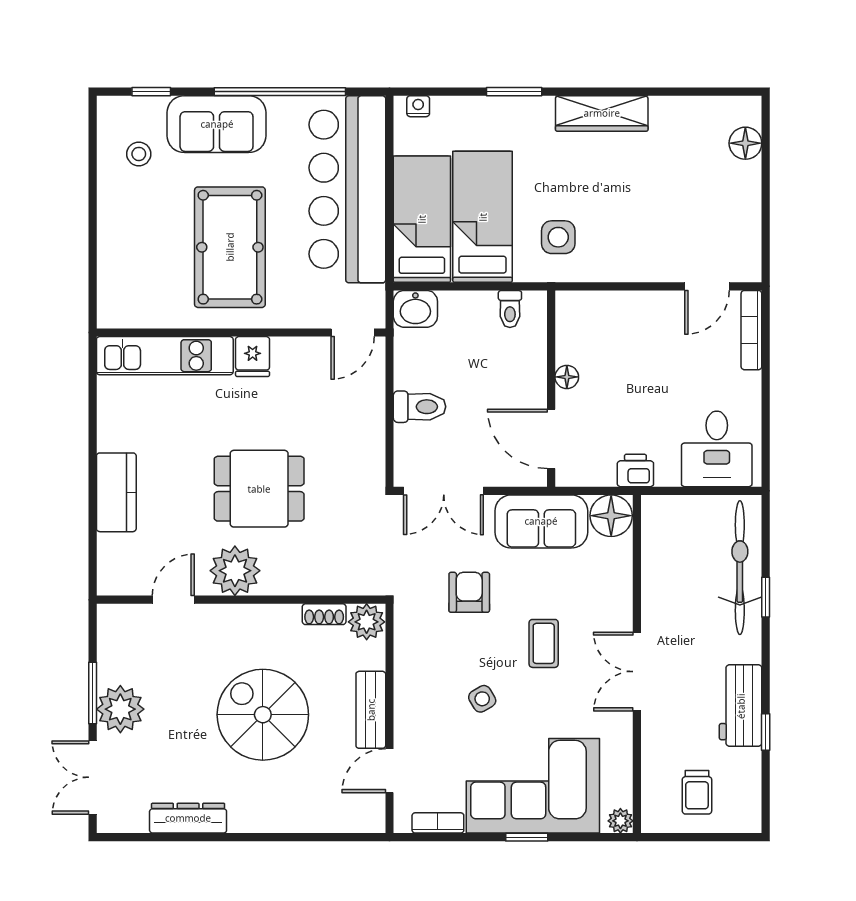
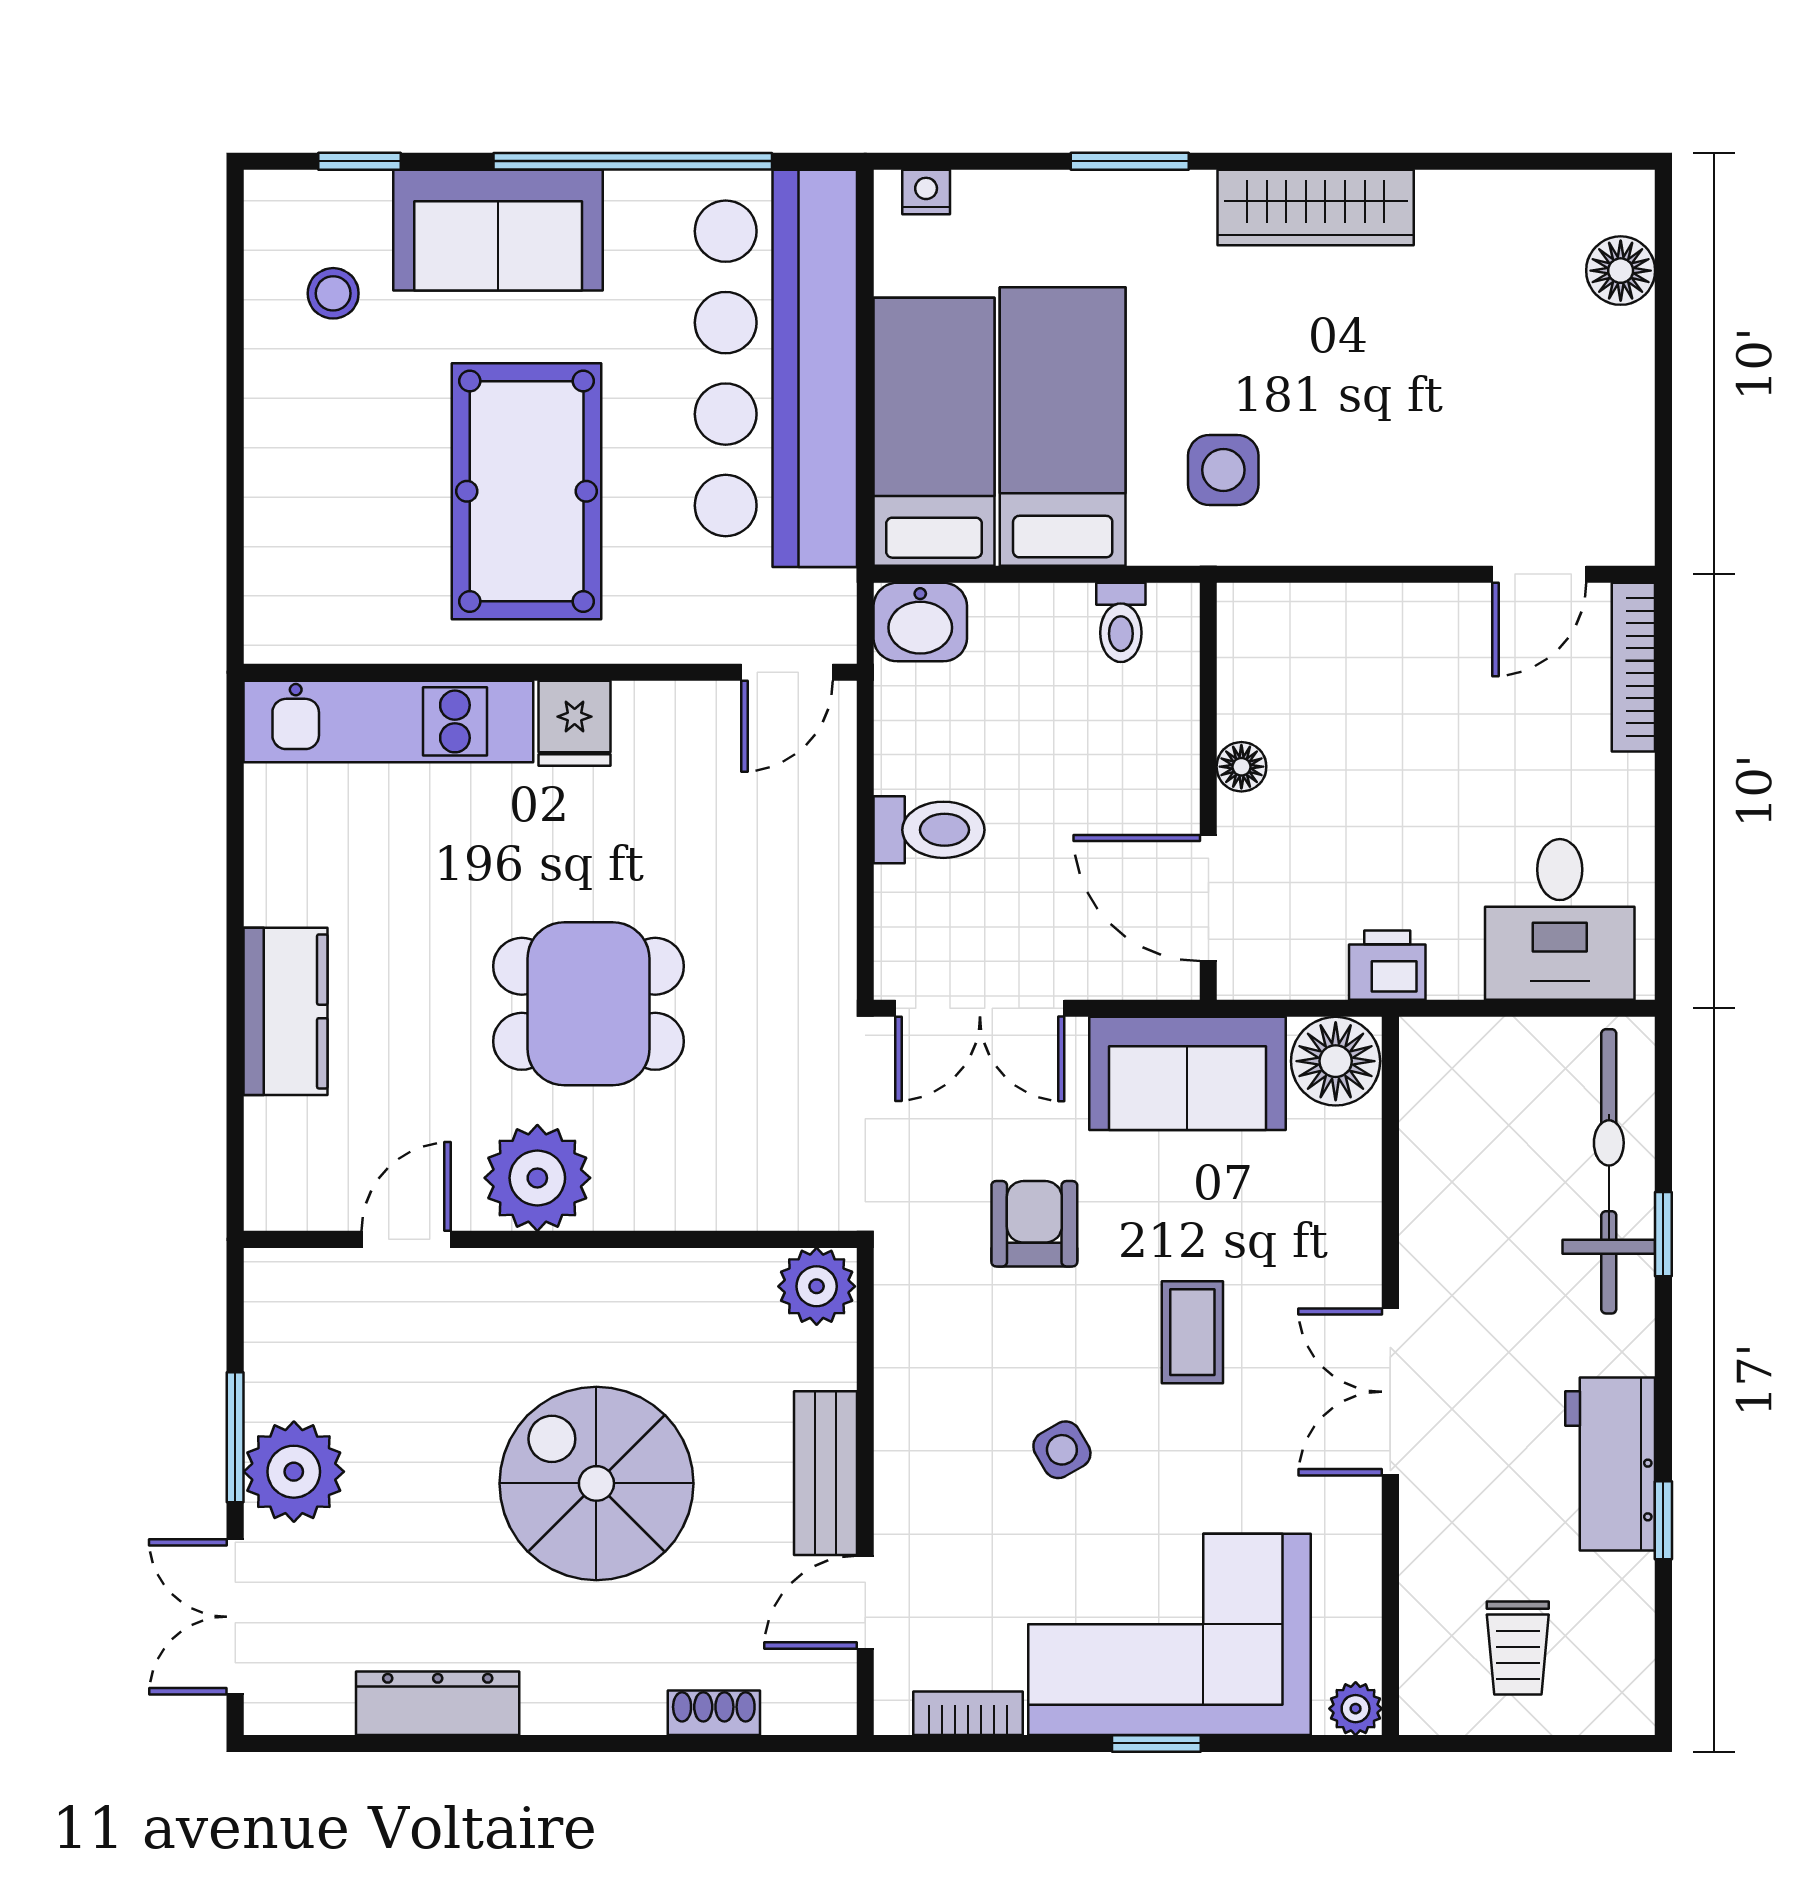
shoe rack: (324, 614) -> (714, 1713), moved, turned 180

